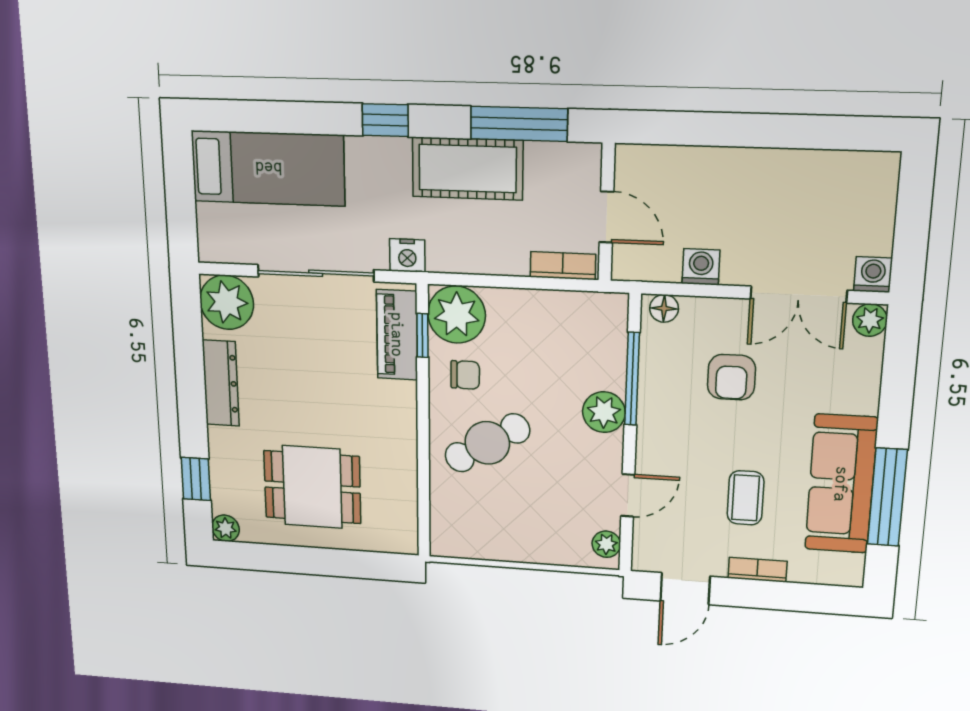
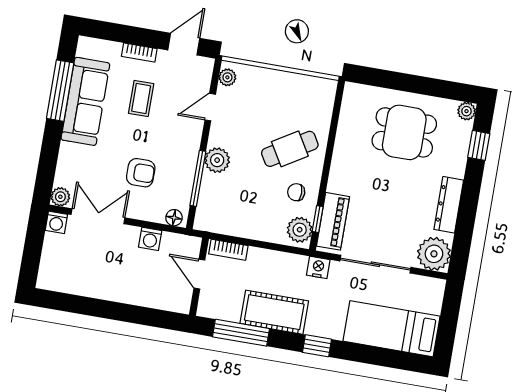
plant: (457, 315) -> (300, 230), width x0.73, depth x0.73
armchair: (731, 377) -> (141, 173), turned 90

